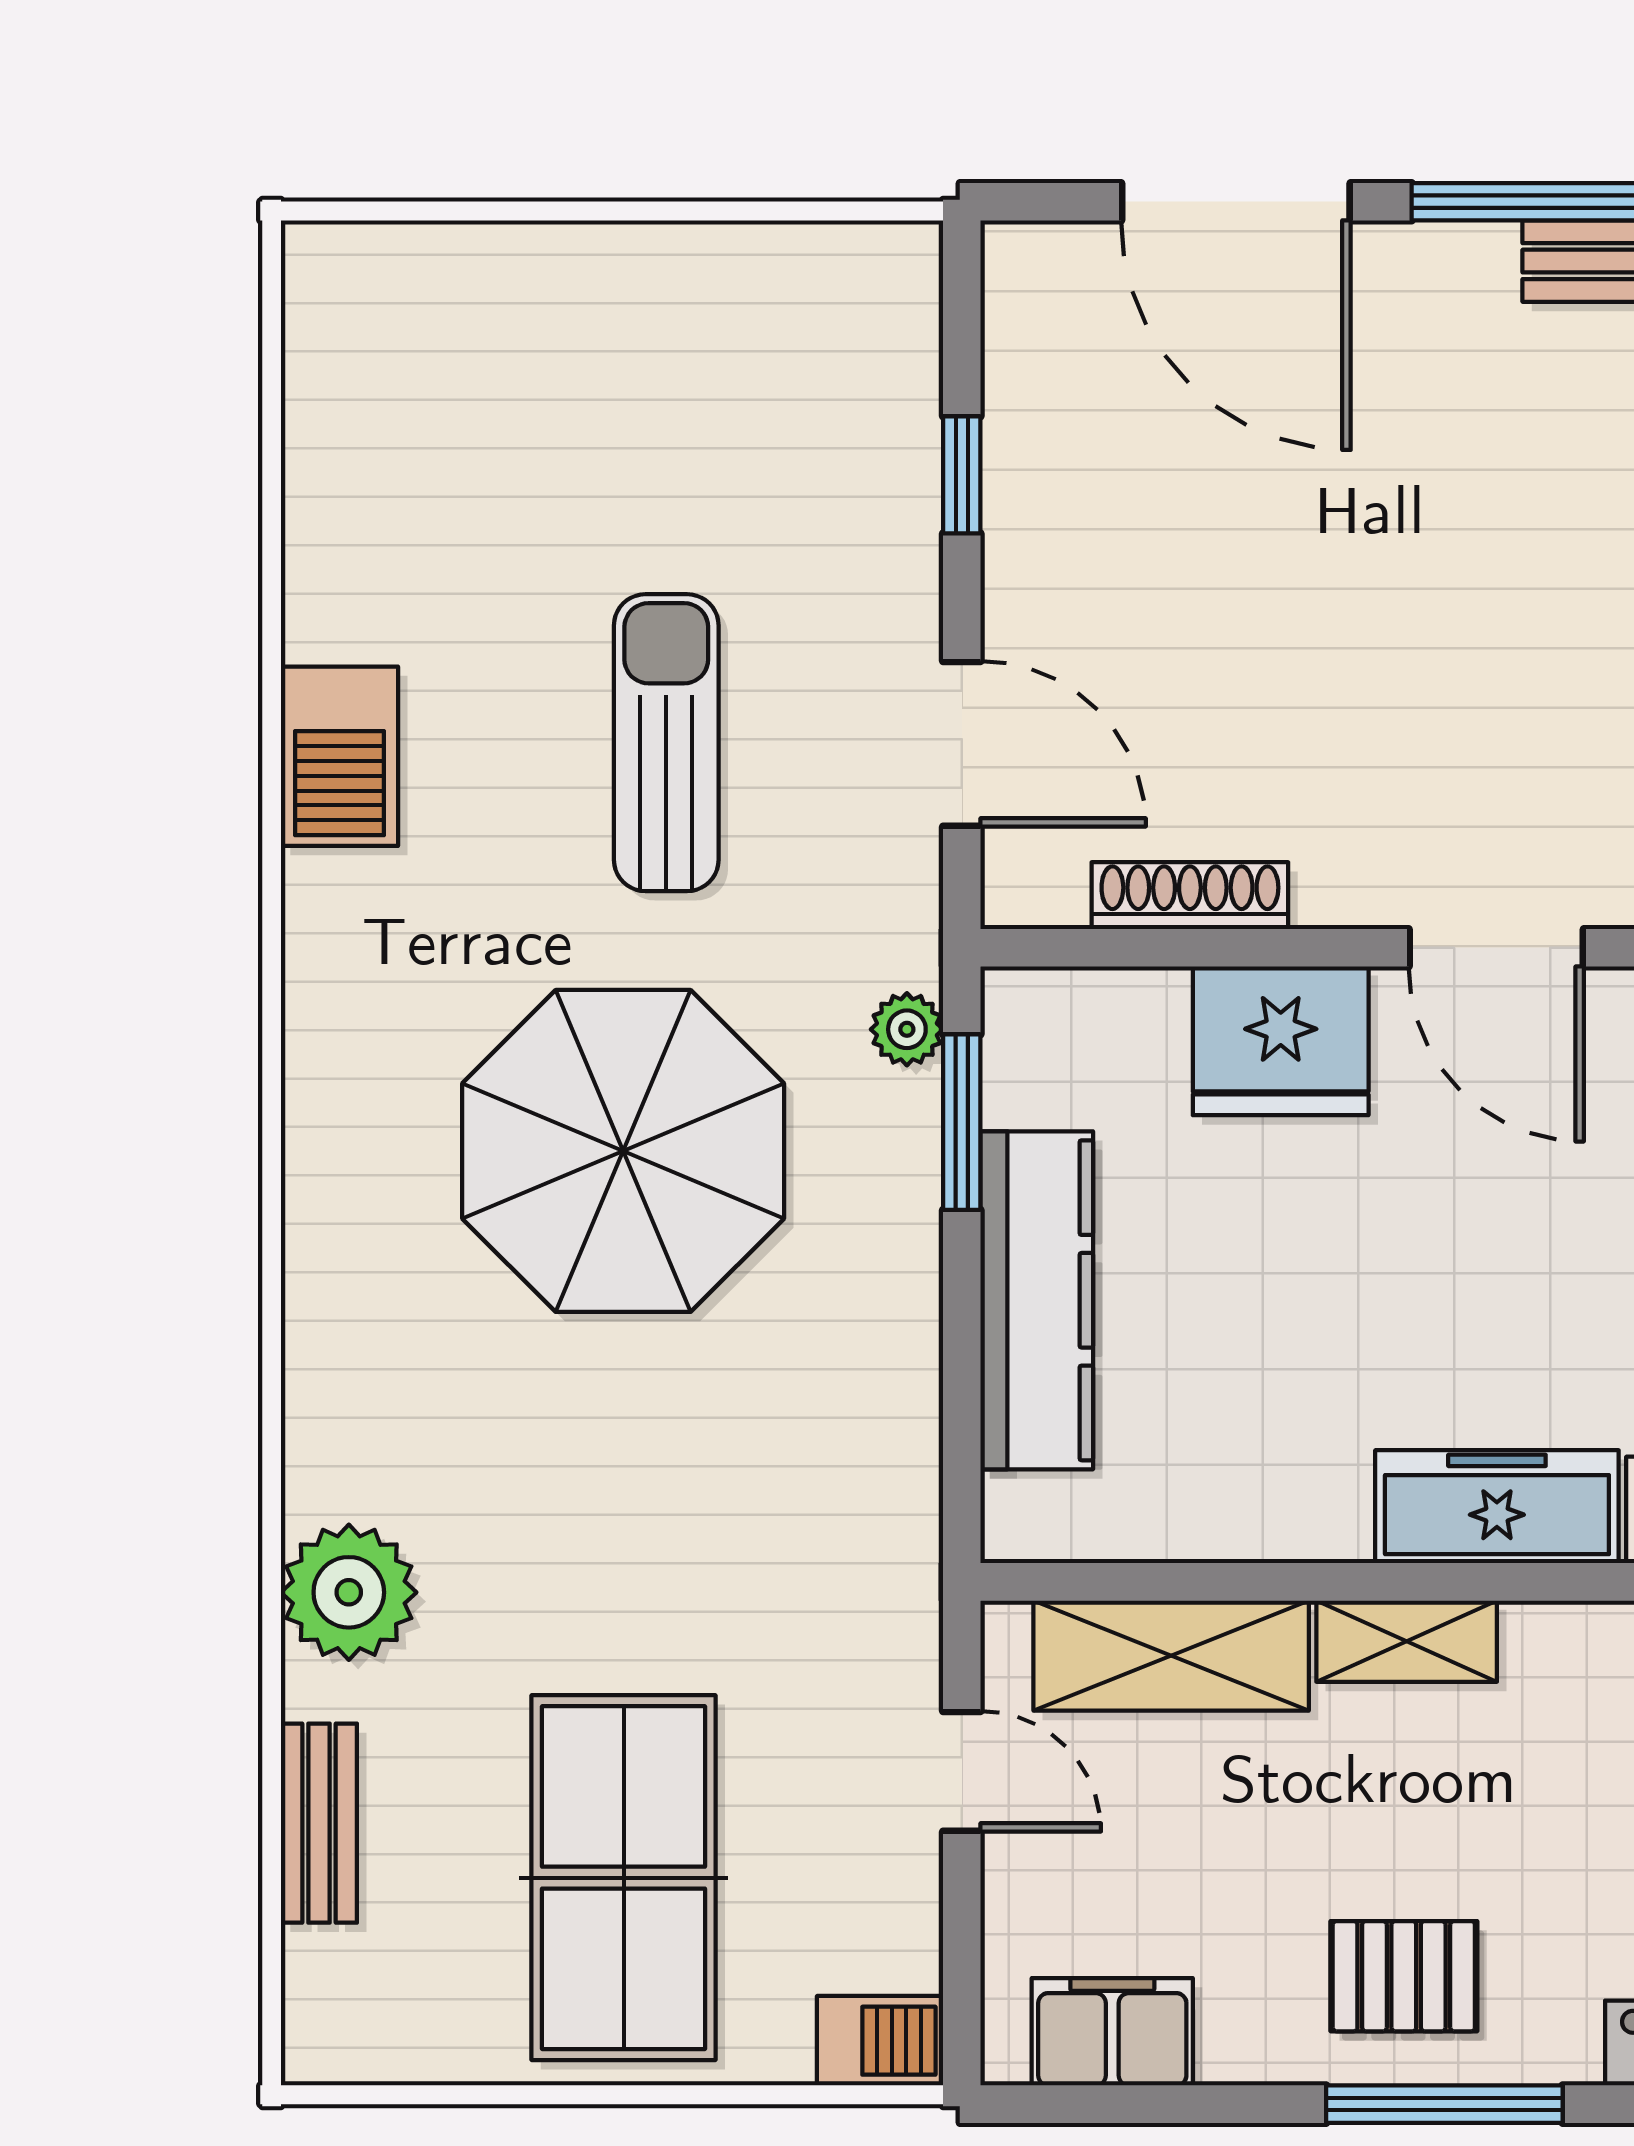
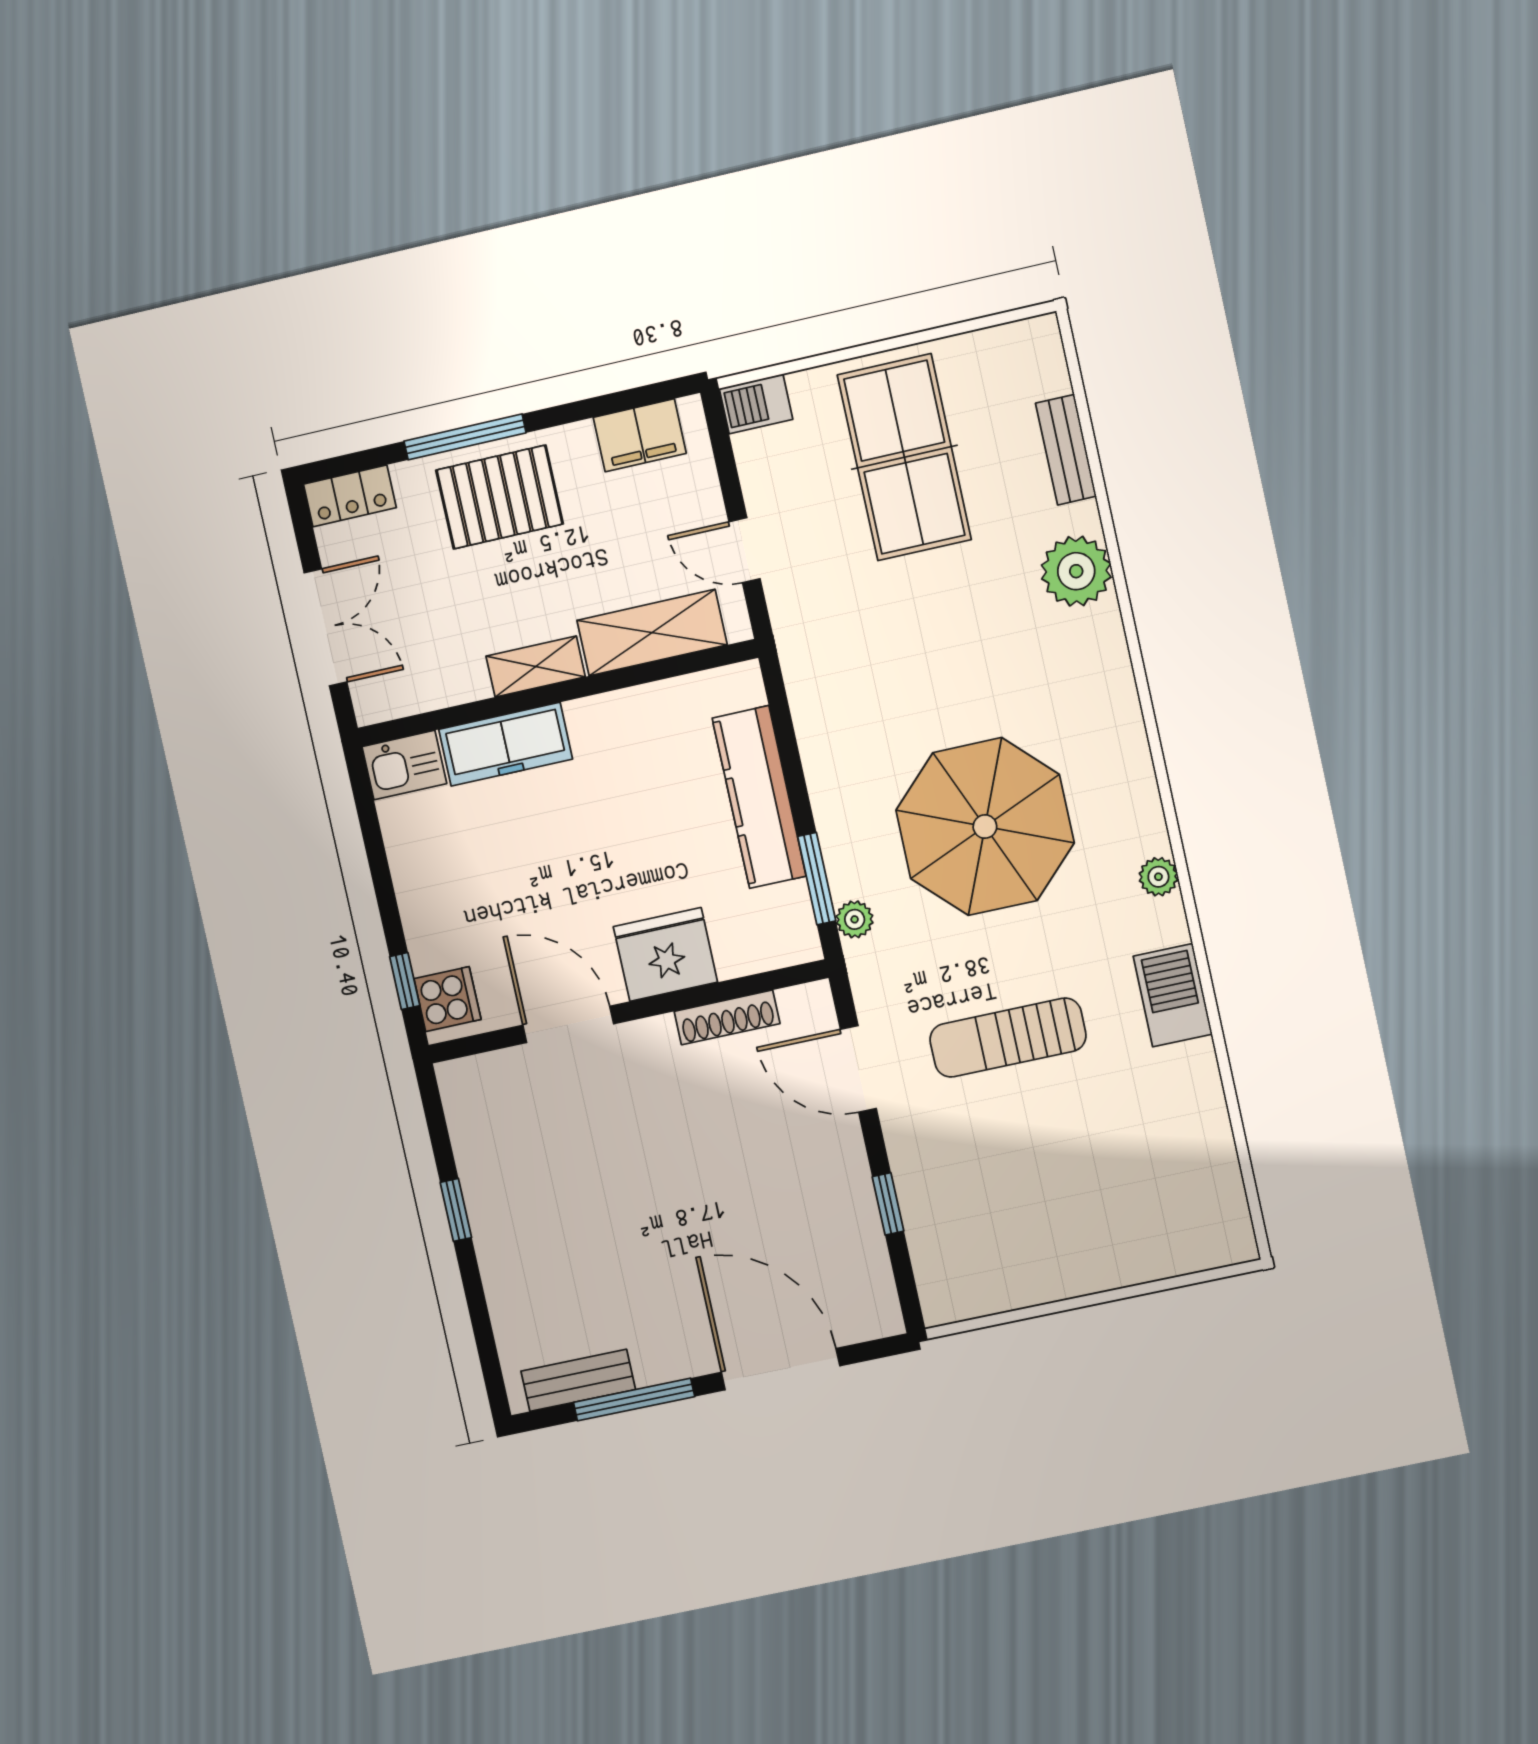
sun lounger: (666, 743) -> (1008, 1038), turned 90
plant: (318, 985) -> (1158, 877), added
pallet: (1404, 1976) -> (500, 497), width x1.50, depth x1.42

